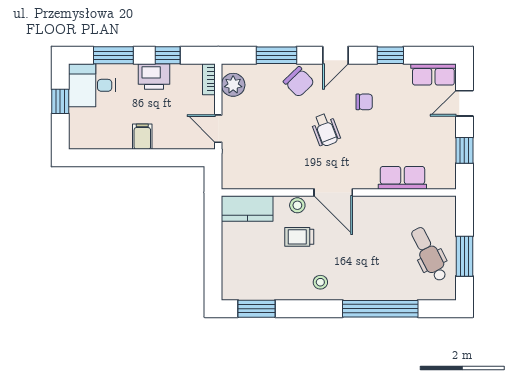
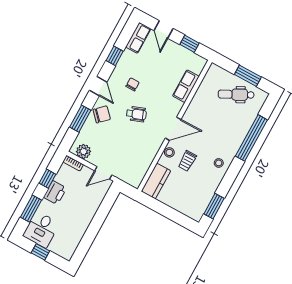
filing cabinet: (142, 137) -> (85, 217), removed

